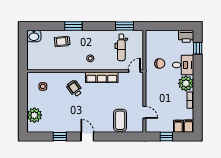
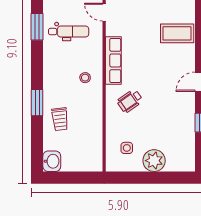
plant: (34, 115) -> (154, 161), moved

